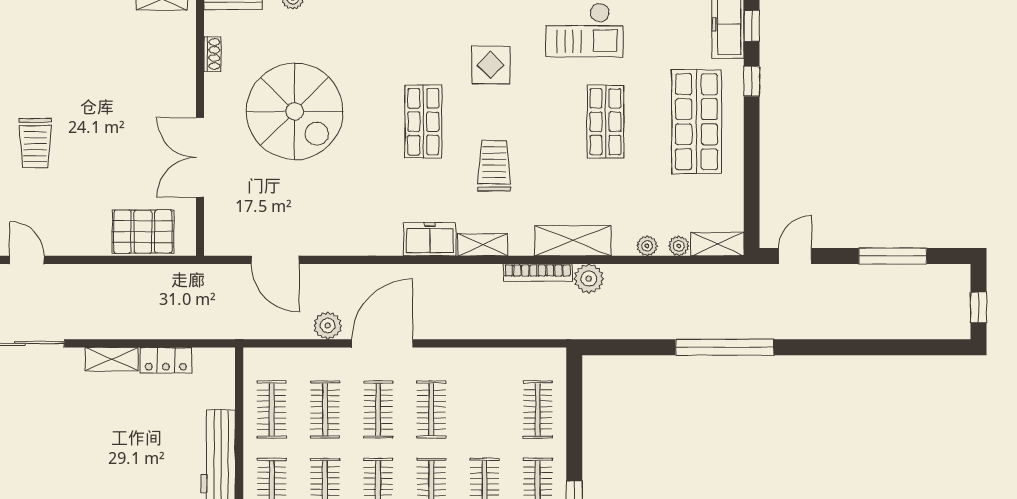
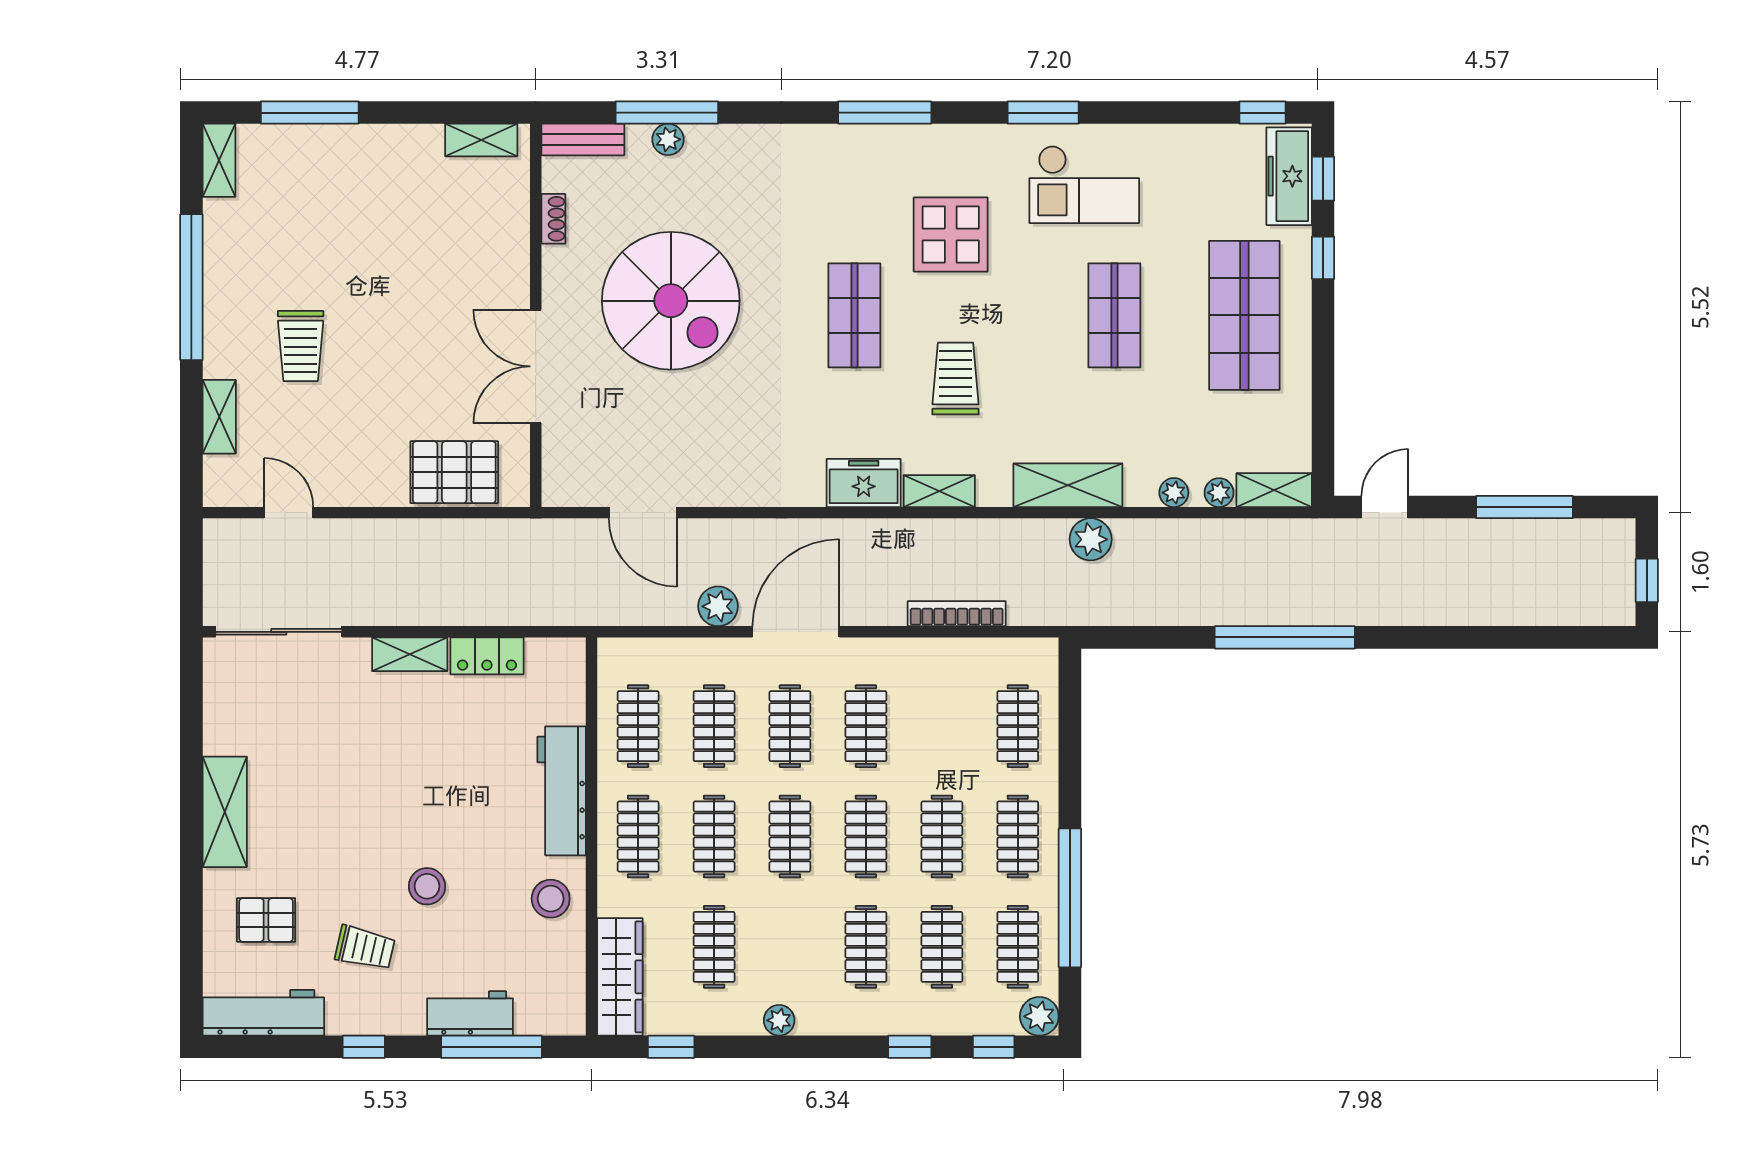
display table: (491, 65) -> (951, 235), width x1.36, depth x1.36
bookcase: (538, 273) -> (957, 614), moved, turned 180

